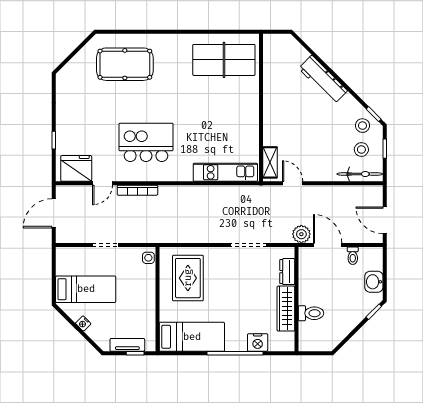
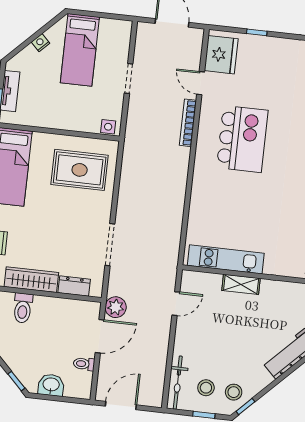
shelving: (270, 162) -> (241, 284), moved
kitchen unit: (225, 172) -> (226, 259), moved, turned -90

